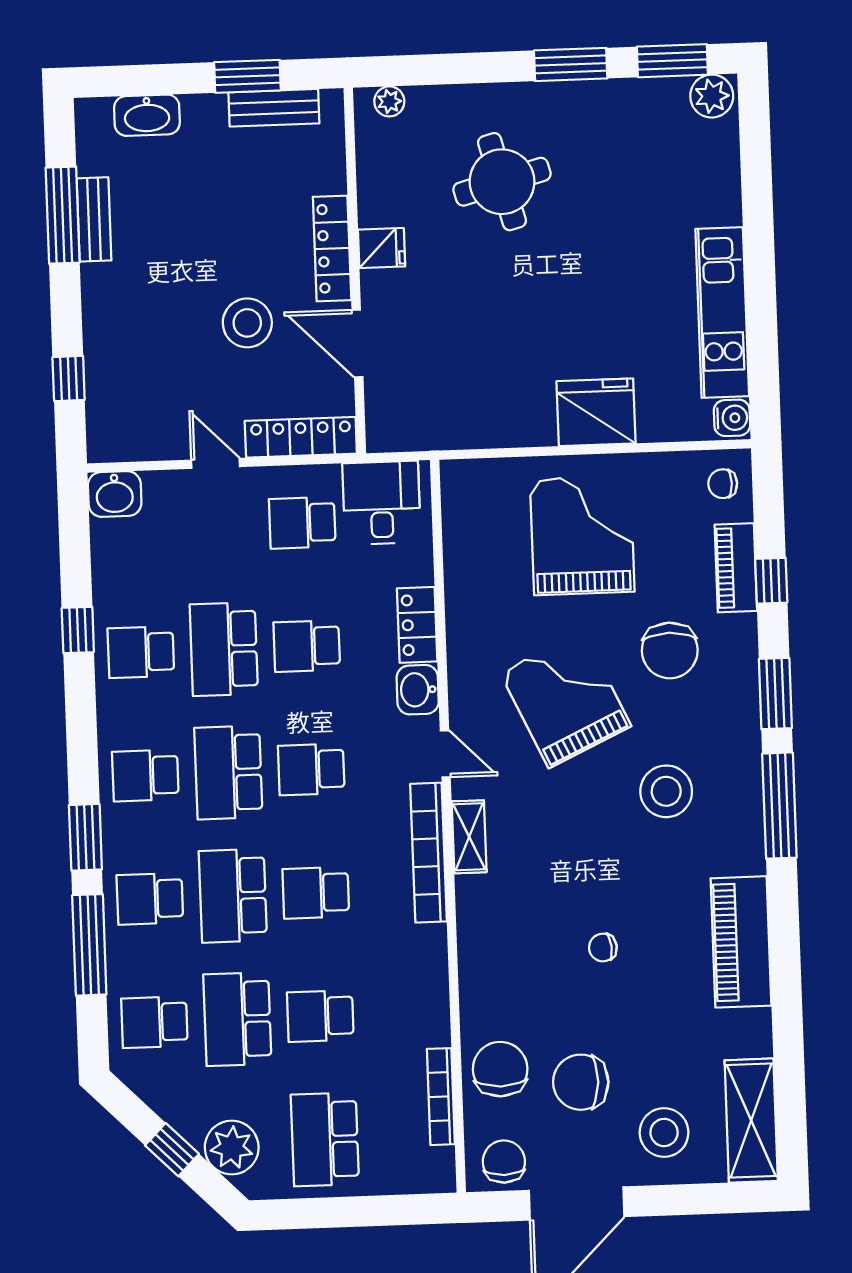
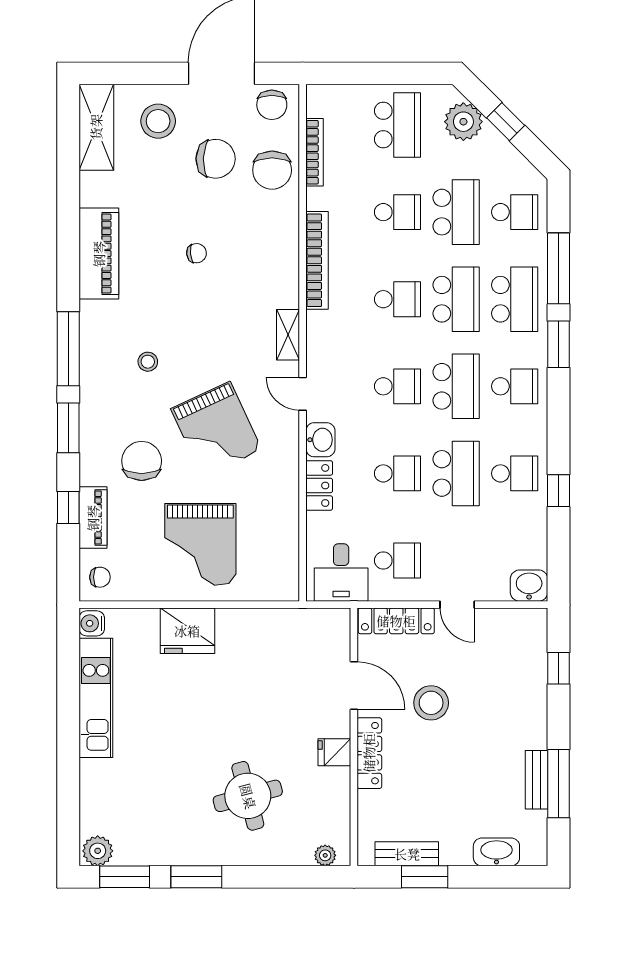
stool: (666, 791) -> (148, 362), width x0.53, depth x0.53
bookcase: (429, 853) -> (317, 260), moved
school desk: (150, 899) -> (515, 299), width x1.85

